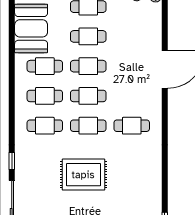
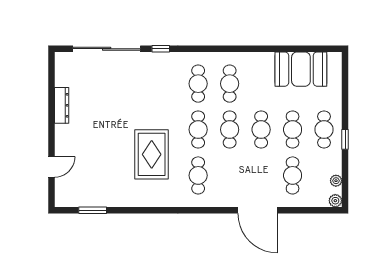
cafe table: (45, 66) -> (293, 175), moved
rug: (83, 175) -> (152, 154), moved

